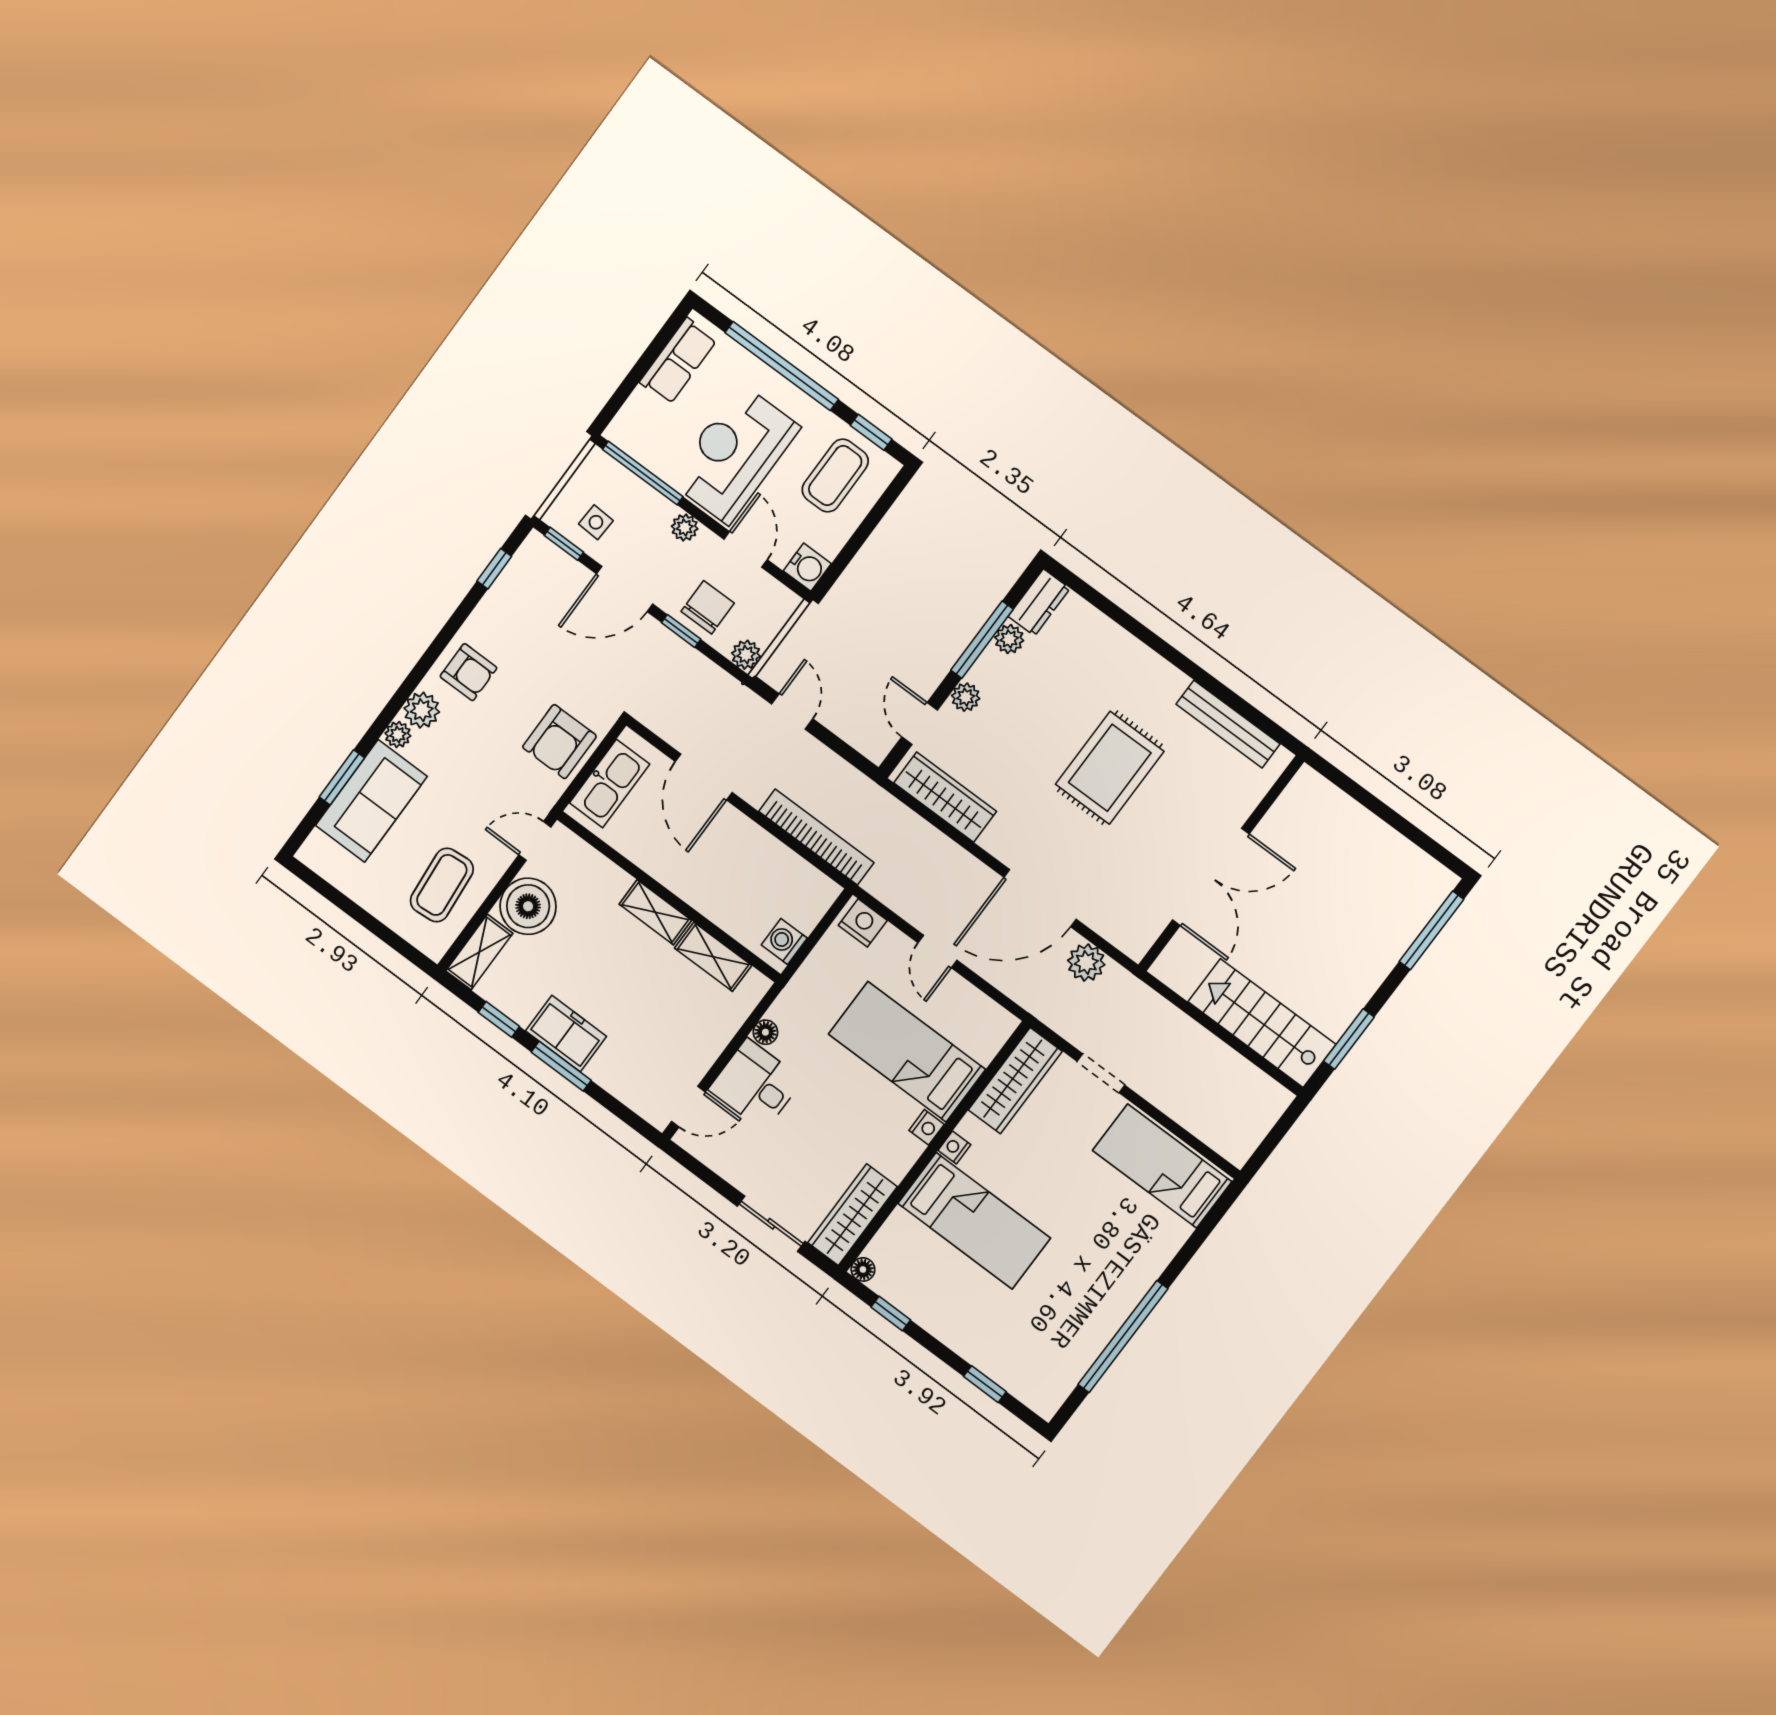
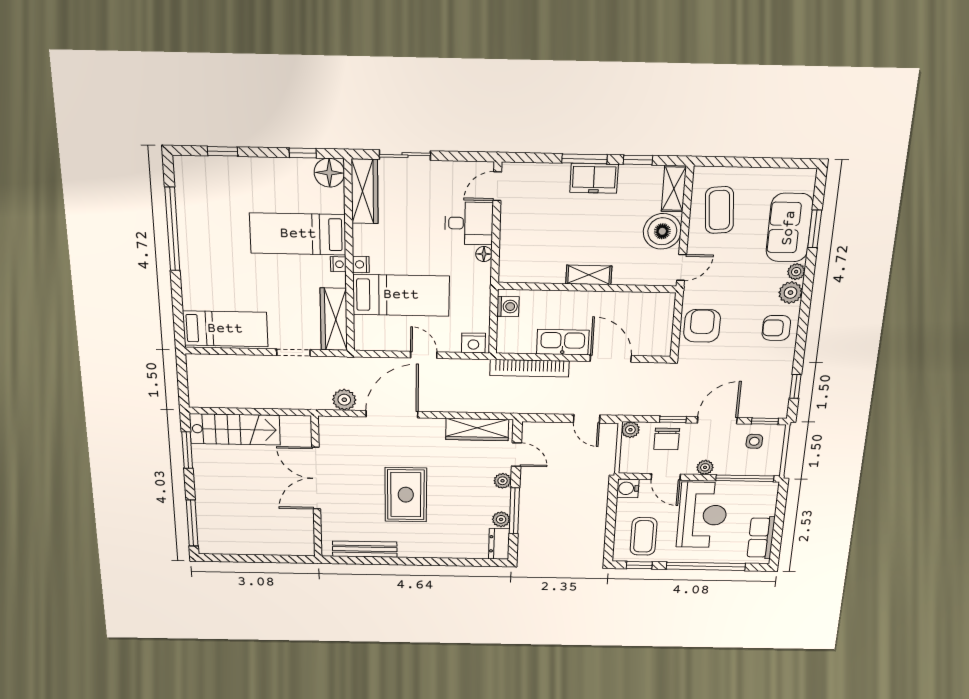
kitchen sink: (609, 783) -> (563, 342), moved, turned 90
shelving: (713, 957) -> (541, 273), removed
floor lamp: (863, 1269) -> (329, 173), width x1.89, depth x1.89

